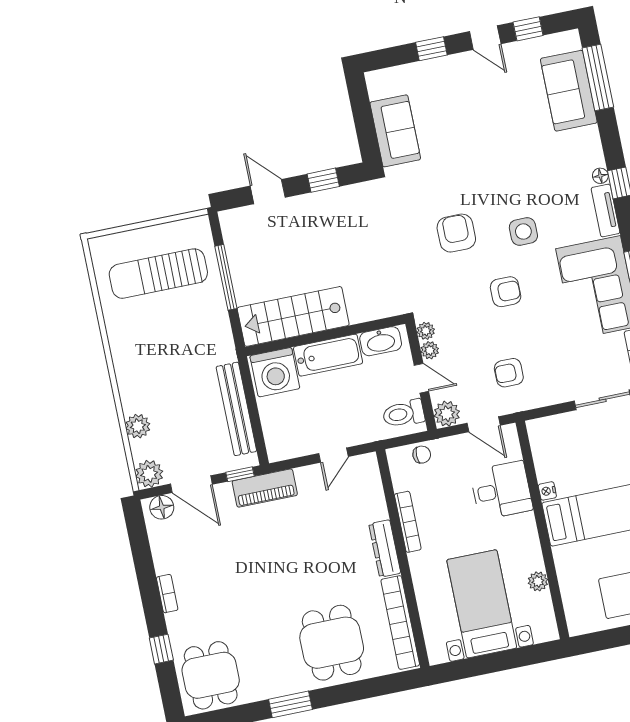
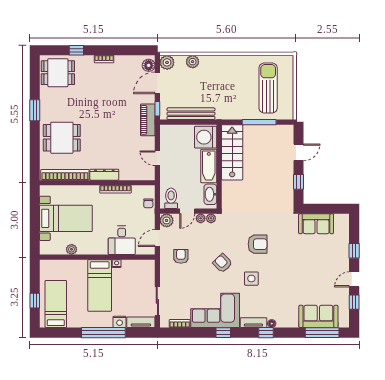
armchair: (506, 292) -> (223, 263), turned 136

